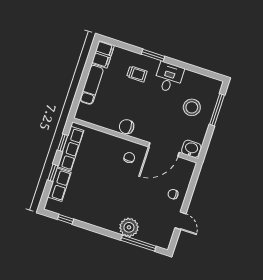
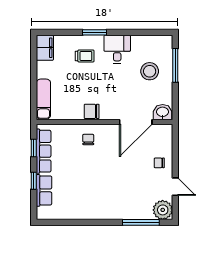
exam couch: (92, 85) -> (43, 99), moved
chair: (129, 158) -> (88, 139), moved
window: (66, 219) -> (61, 222), removed
plant: (129, 227) -> (163, 210), moved

